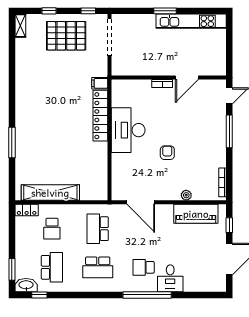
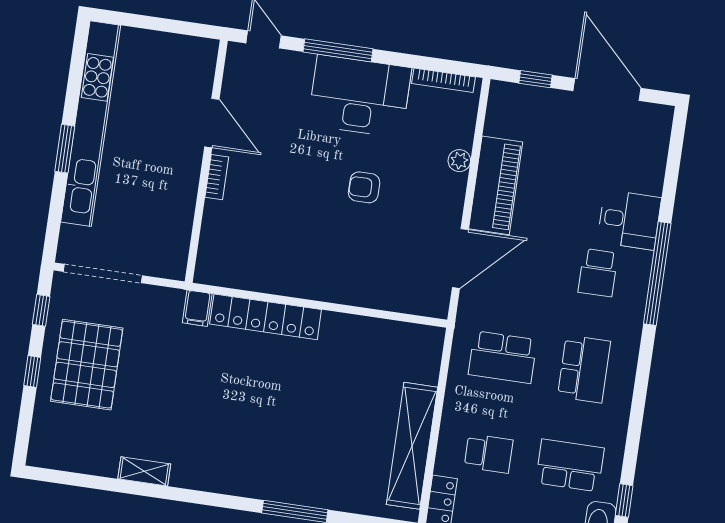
window: (49, 11) -> (32, 371), moved
kitchen unit: (191, 21) -> (91, 124), width x1.36
shelving: (20, 26) -> (144, 471), moved
desk: (128, 130) -> (360, 96), moved, turned 180
piano: (196, 214) -> (496, 185), moved

